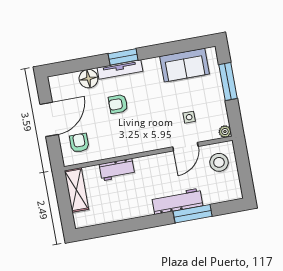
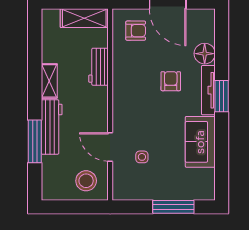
sofa: (185, 65) -> (200, 142), moved
plant: (225, 132) -> (119, 194), removed
shelving: (137, 211) -> (49, 81), added

